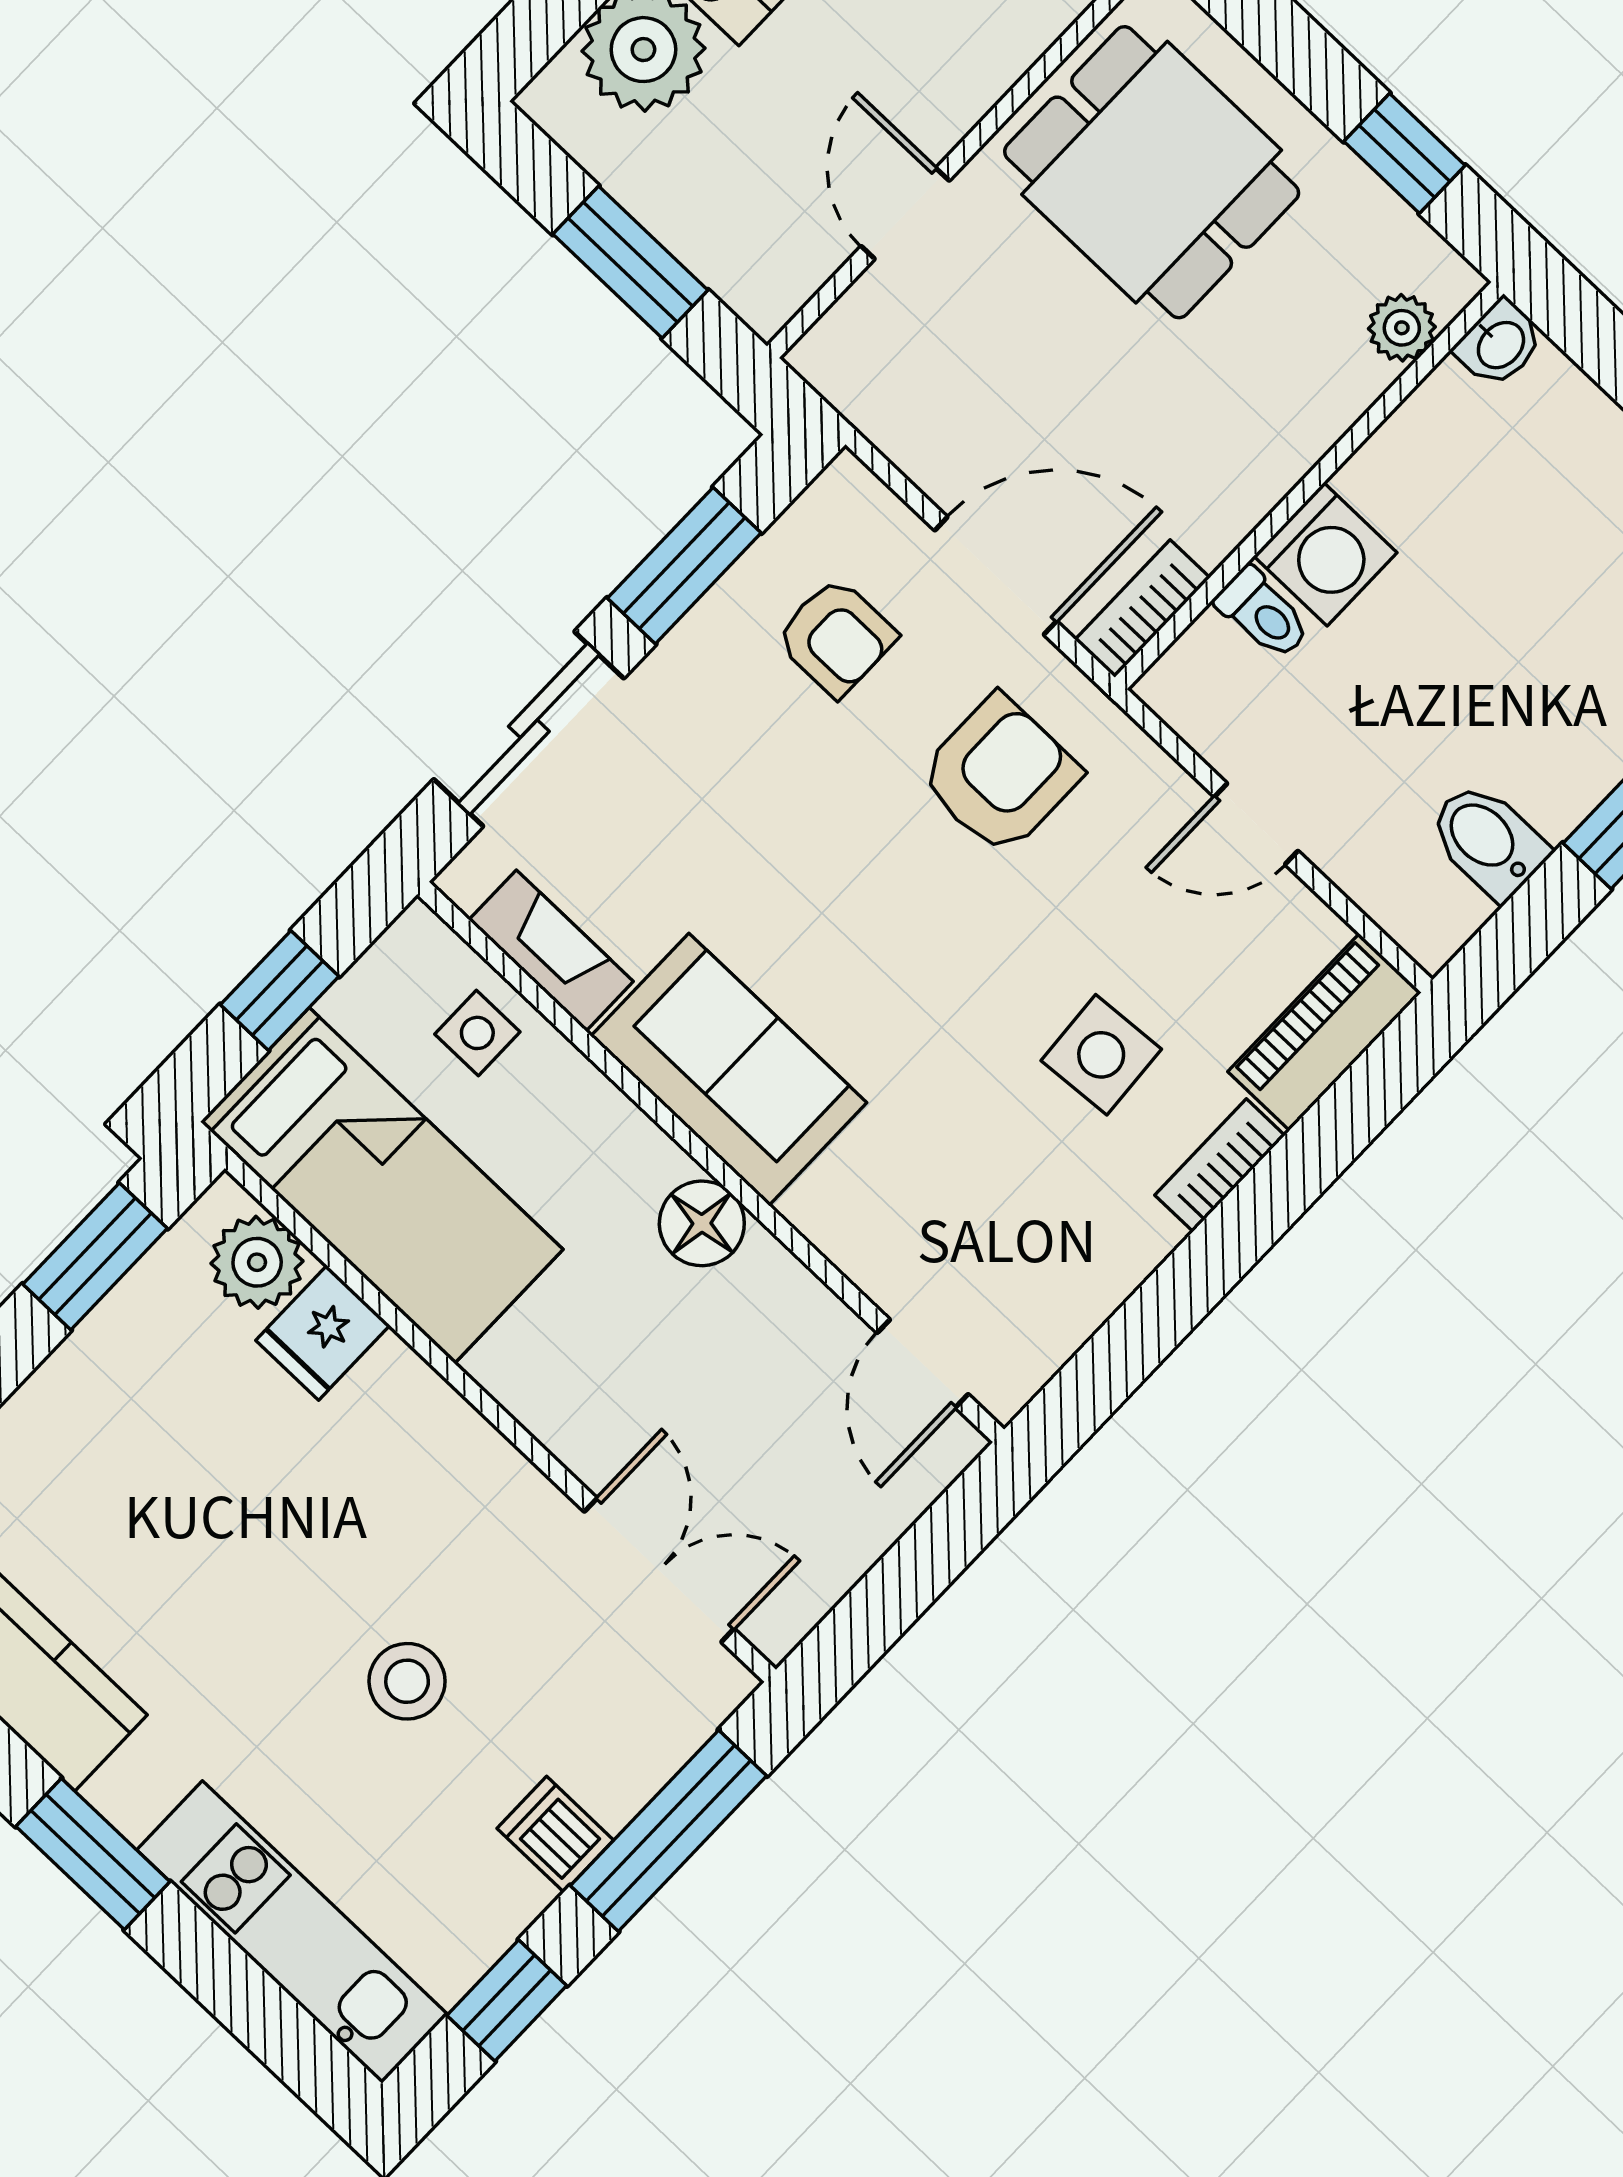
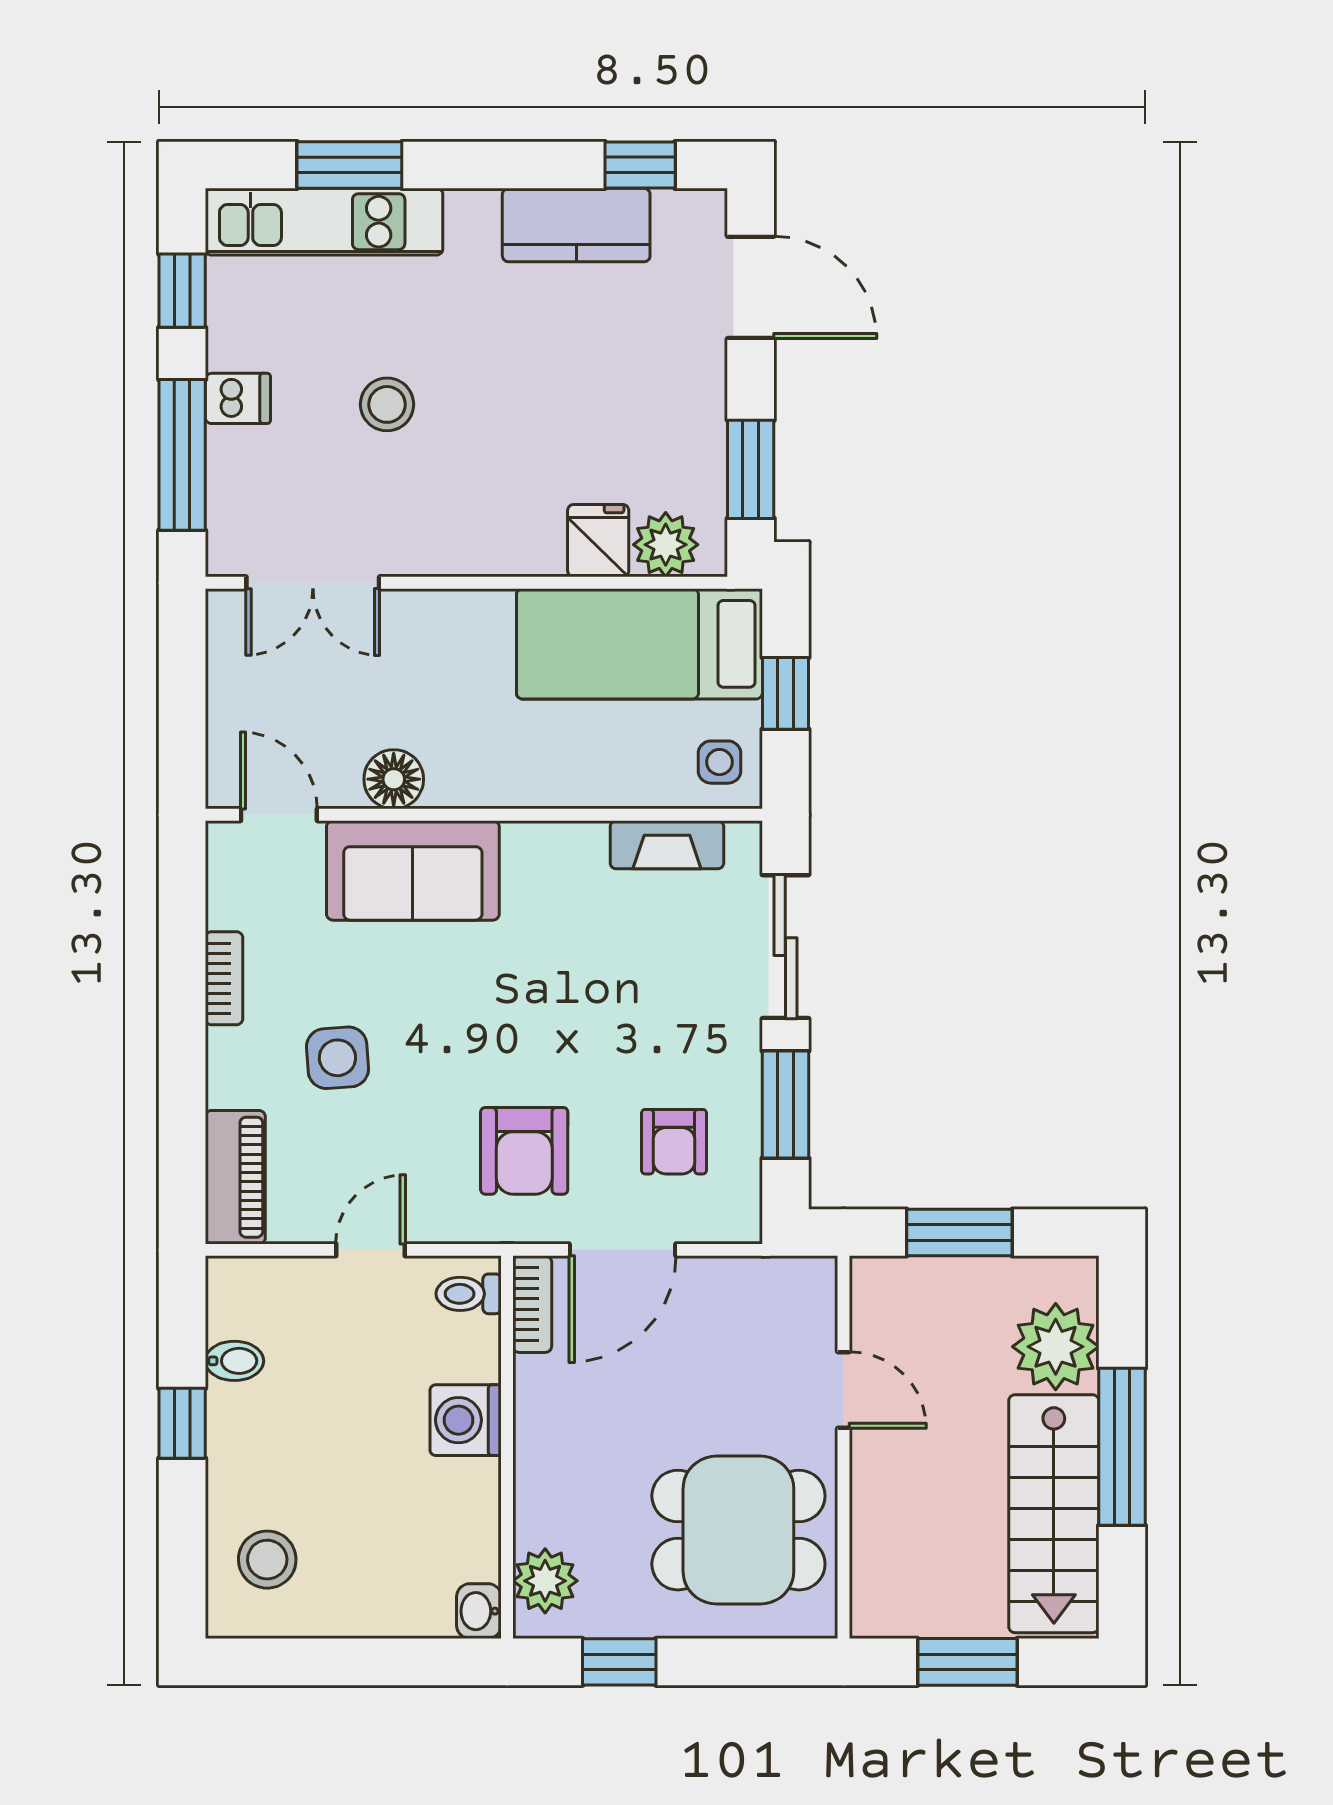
plant: (1402, 328) -> (545, 1581), width x1.38, depth x1.38
toilet: (1263, 613) -> (469, 1294), moved
armchair: (836, 637) -> (674, 1142), turned -90
bidet: (1488, 841) -> (234, 1361), width x0.72, depth x0.74
side table: (477, 1033) -> (719, 762), moved
sofa: (729, 1069) -> (413, 870), moved
bookcase: (1220, 1165) -> (224, 978), moved
floor lamp: (702, 1223) -> (394, 779), moved
window: (93, 1854) -> (349, 165), moved

